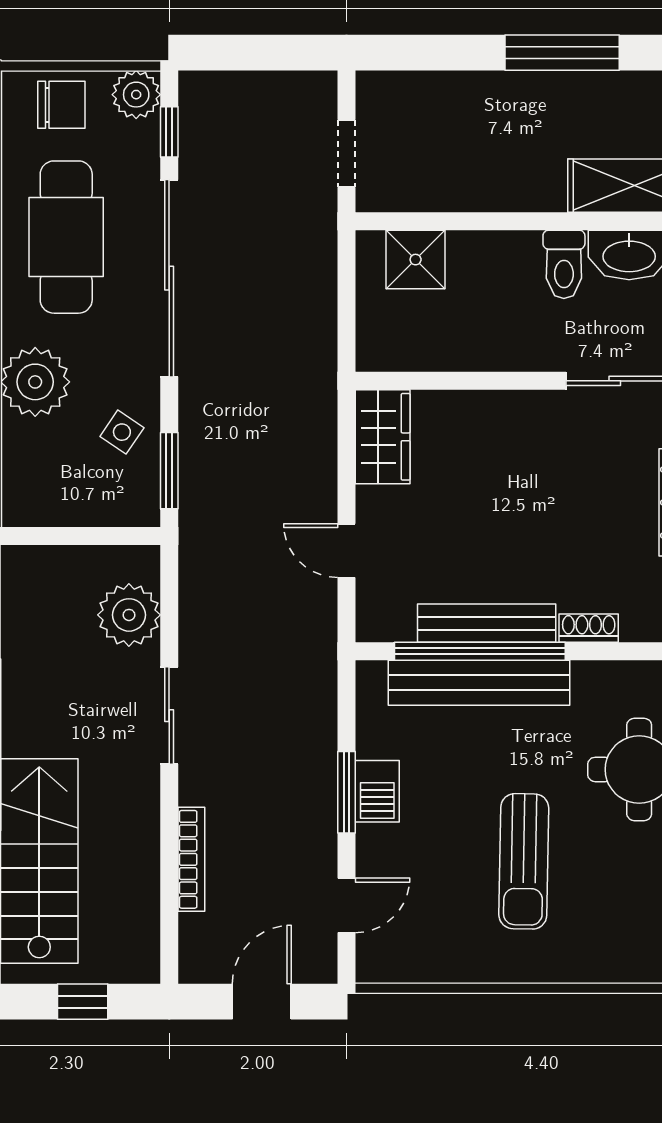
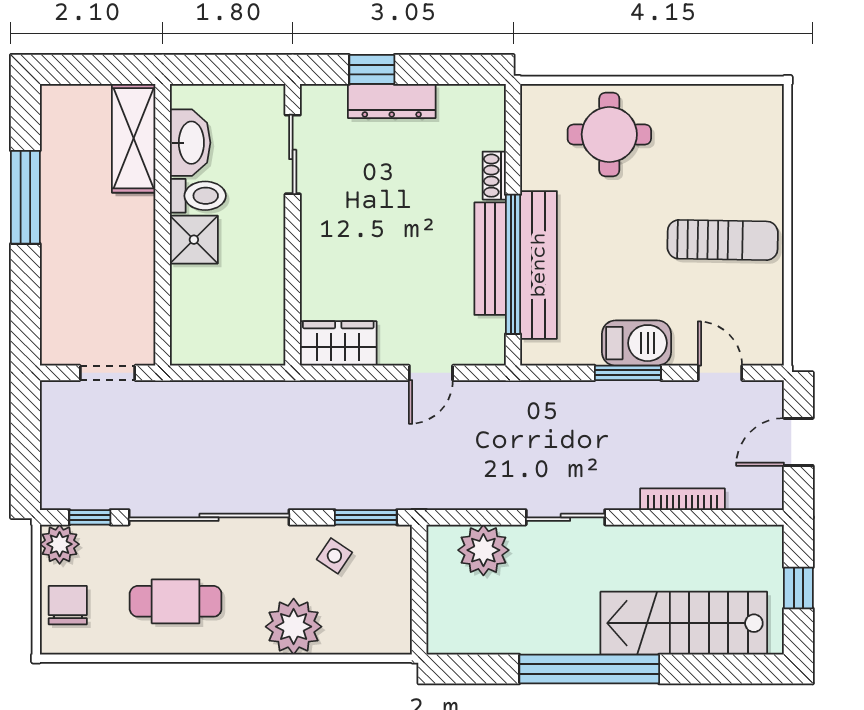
cafe table: (66, 237) -> (176, 601), width x0.73, depth x0.74
shower: (416, 260) -> (194, 240), moved
barbecue: (377, 791) -> (636, 343), width x1.38, depth x1.27
sun lounger: (524, 861) -> (723, 240), moved
door: (262, 1002) -> (798, 442), hinge flipped

